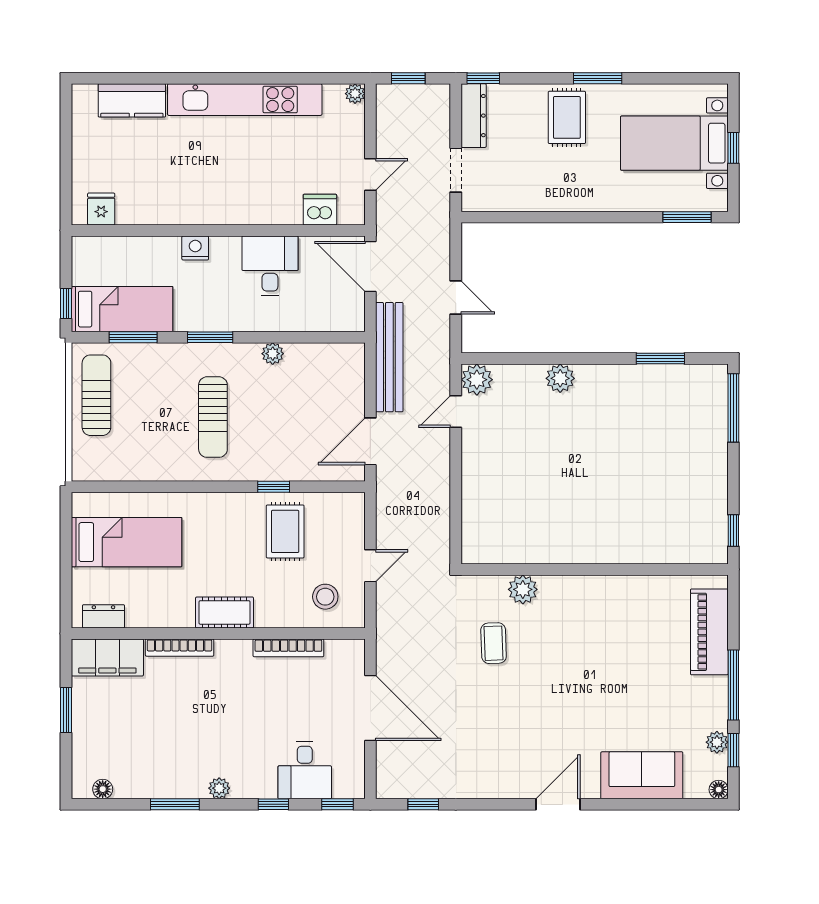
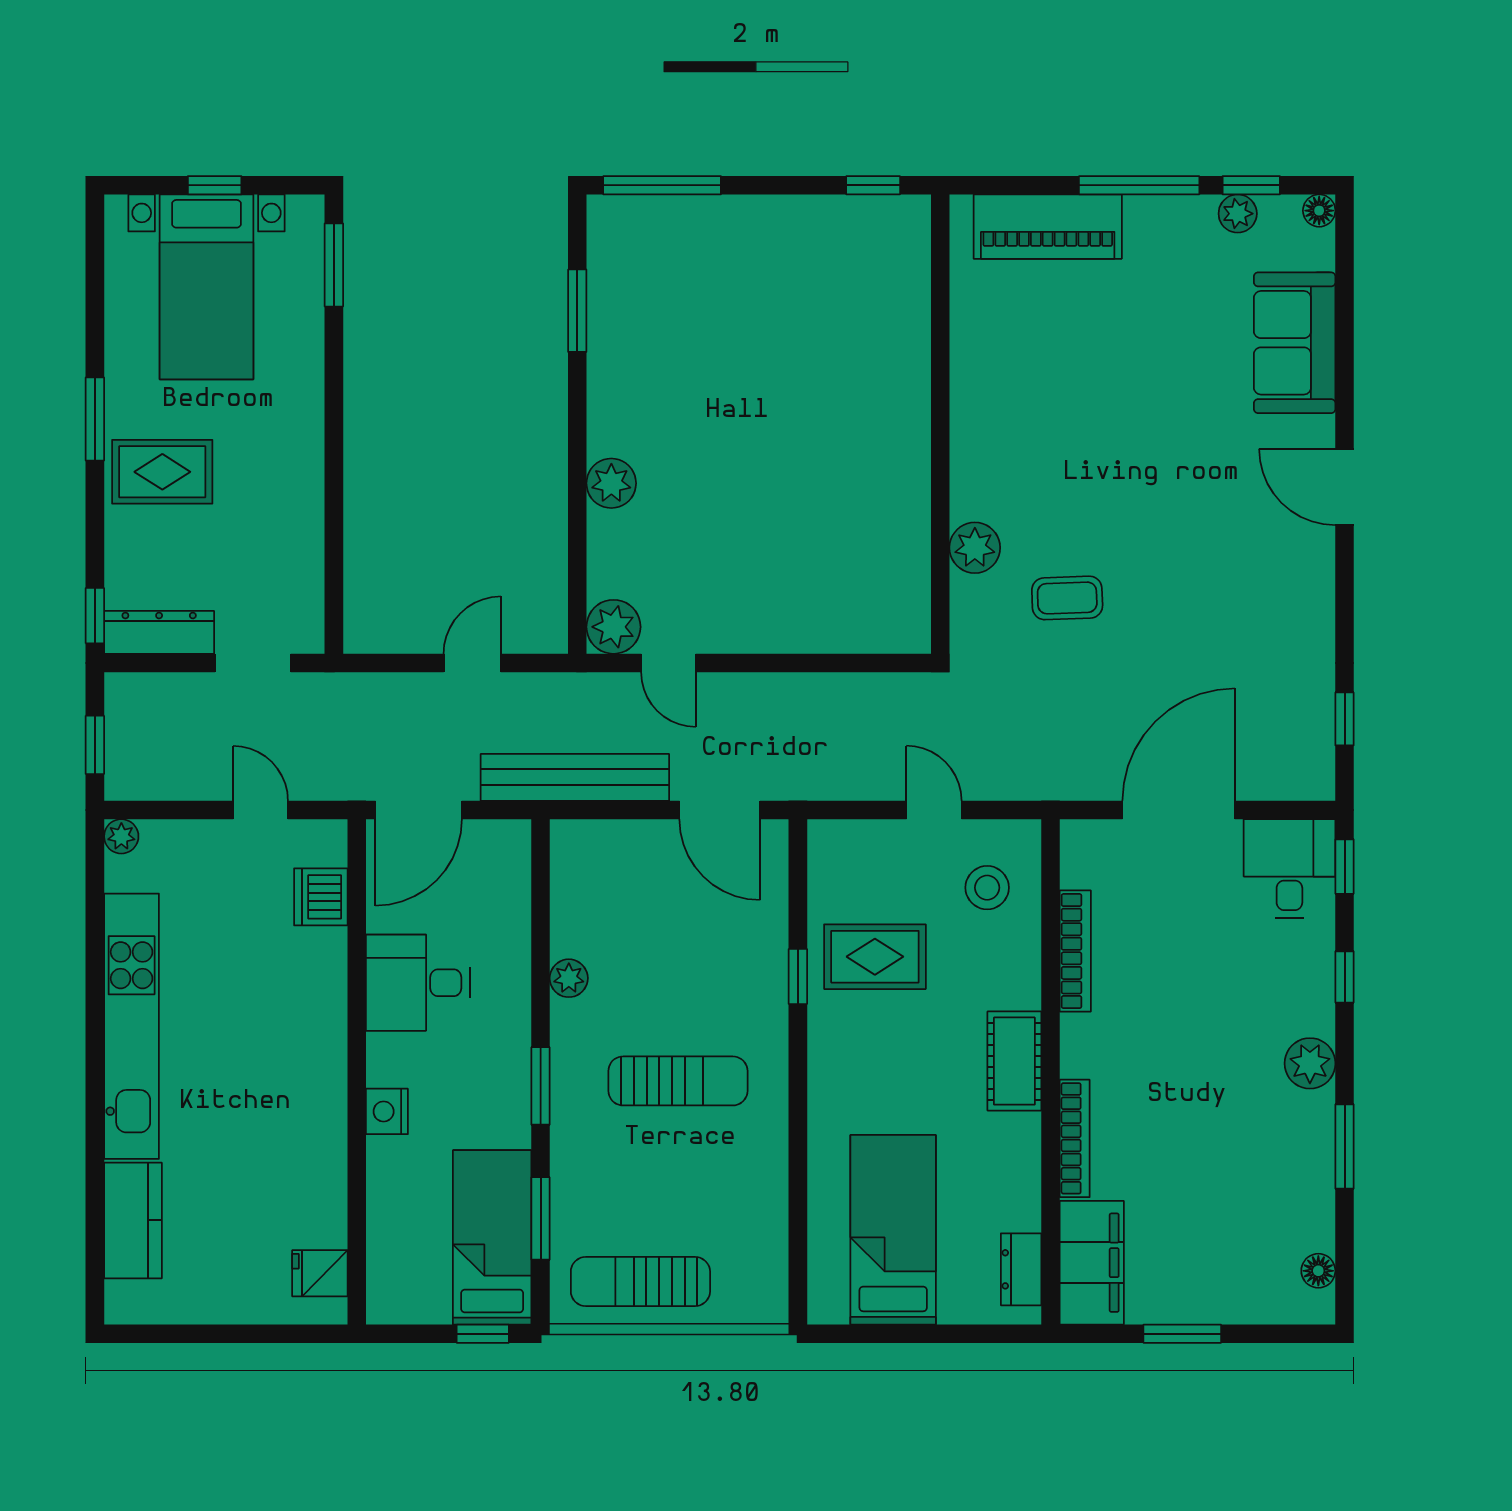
desk: (305, 770) -> (1289, 869), moved, turned -90
plant: (219, 788) -> (1310, 1063), width x1.38, depth x1.38

